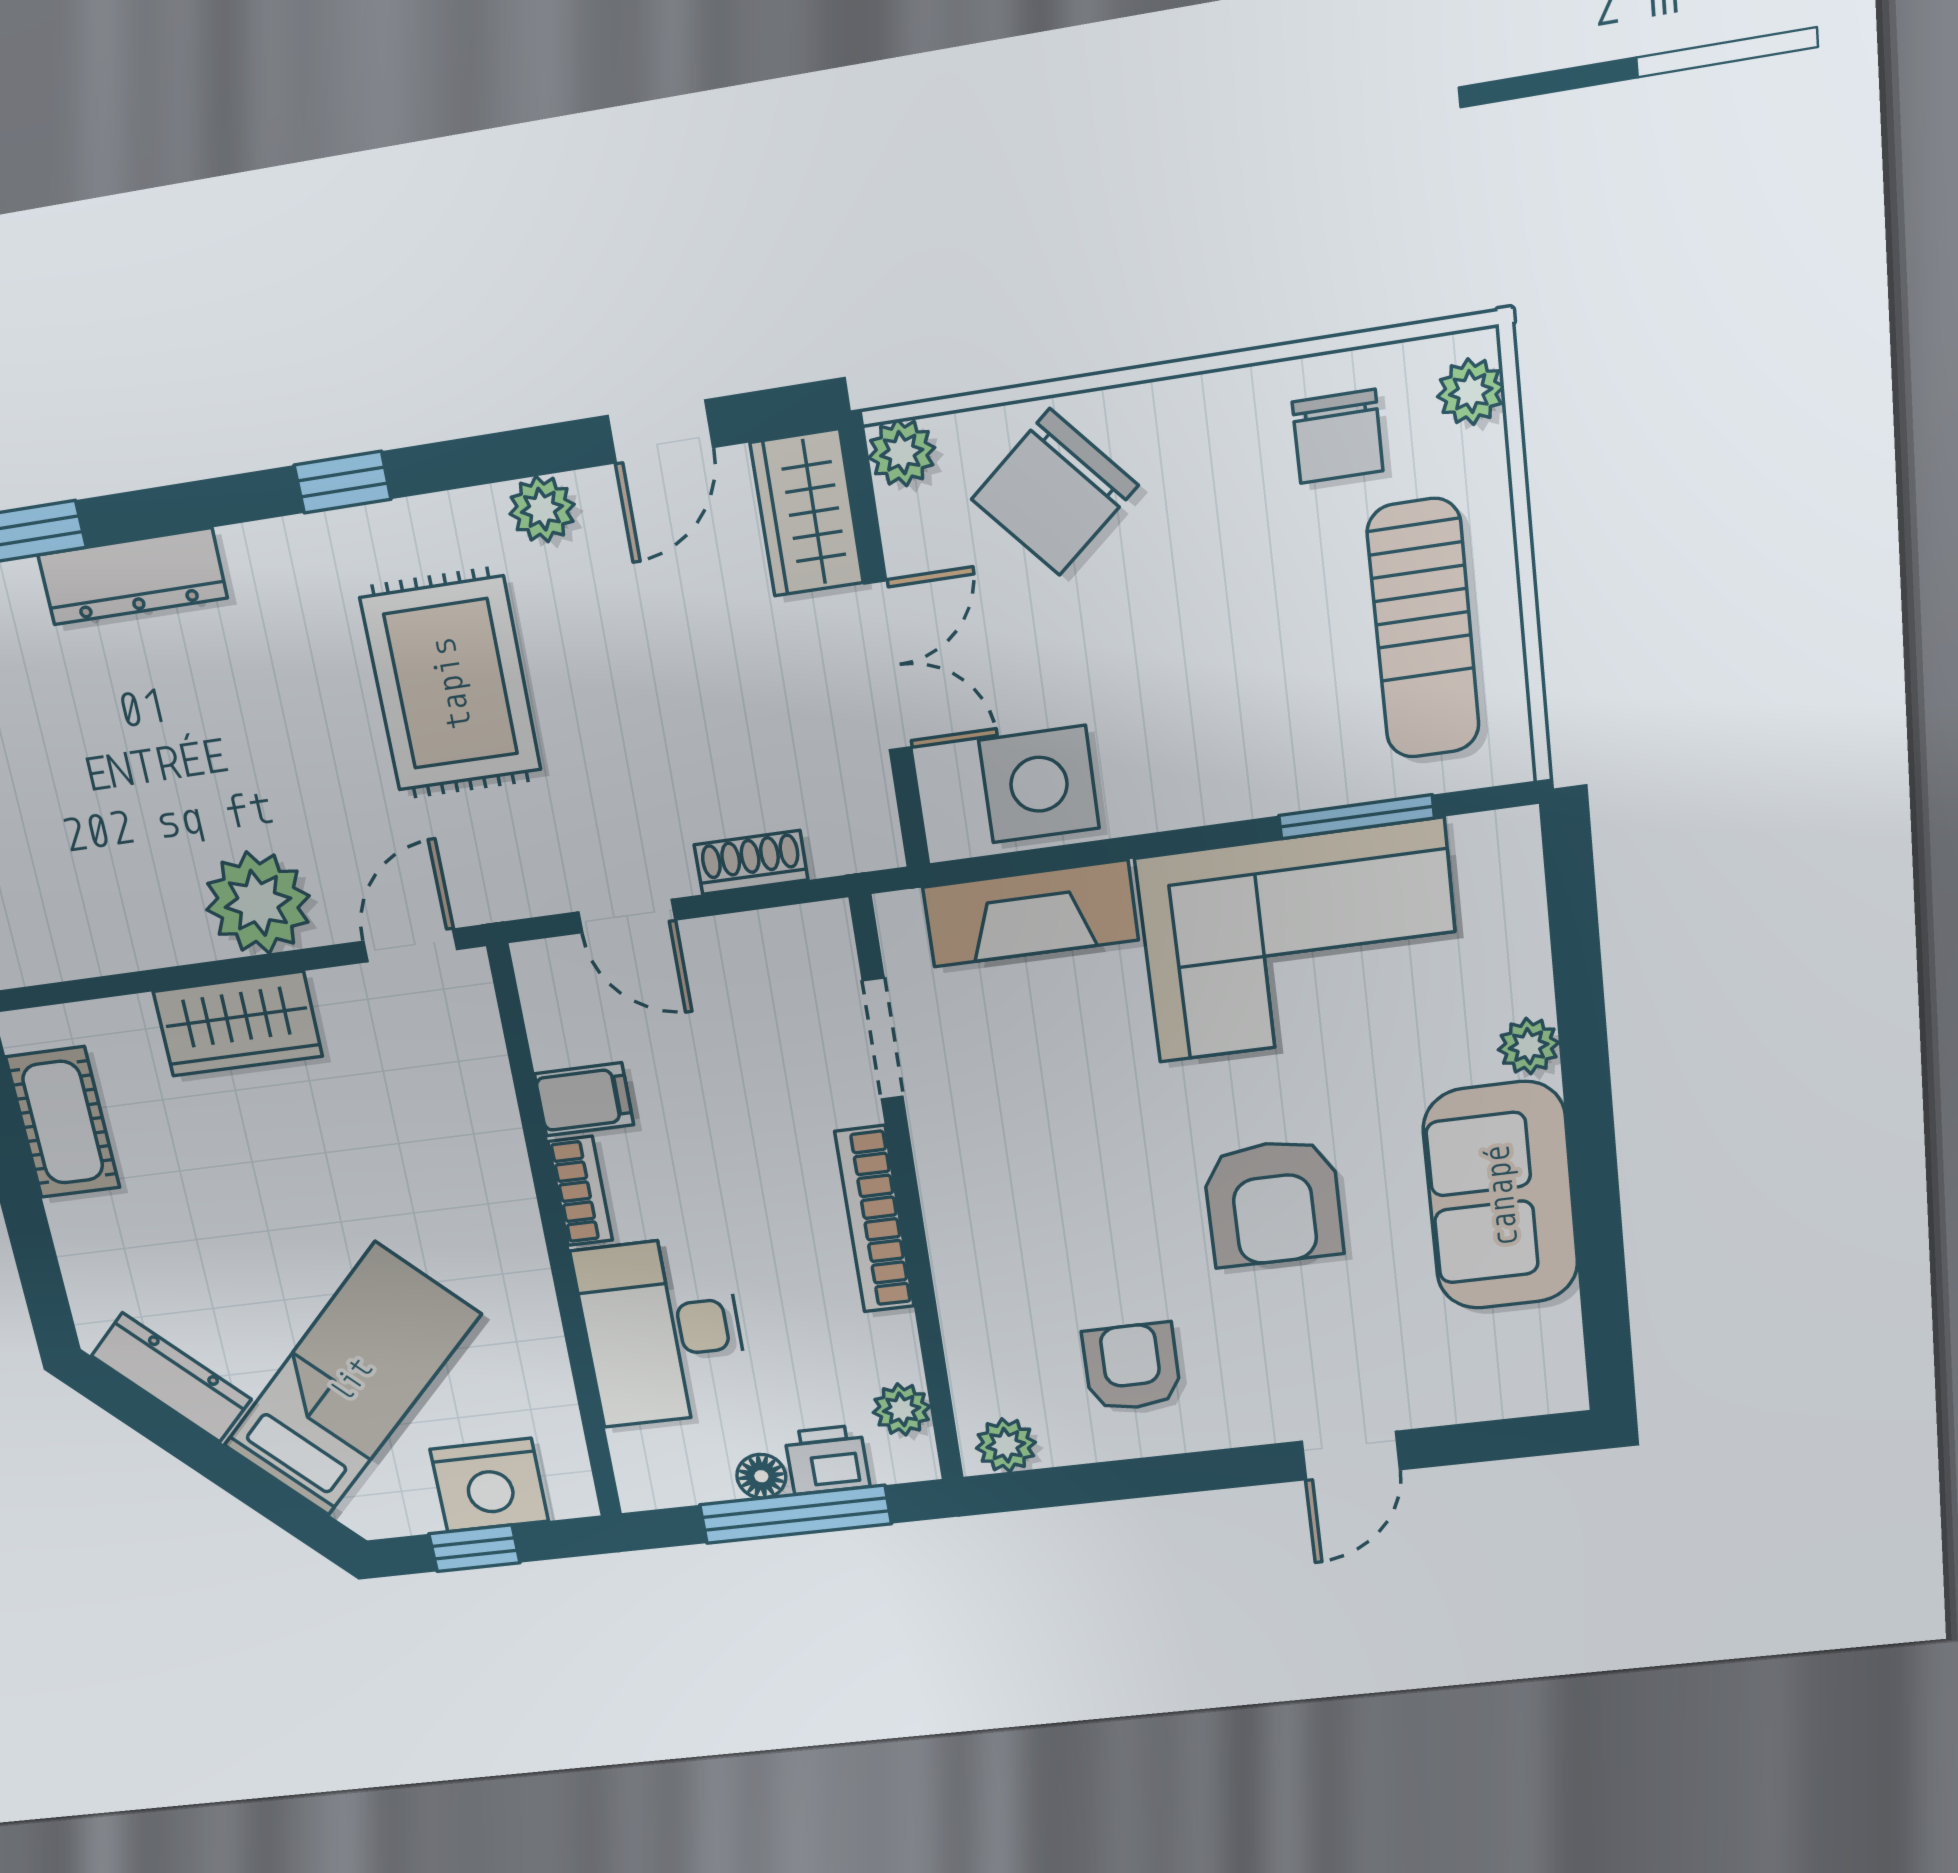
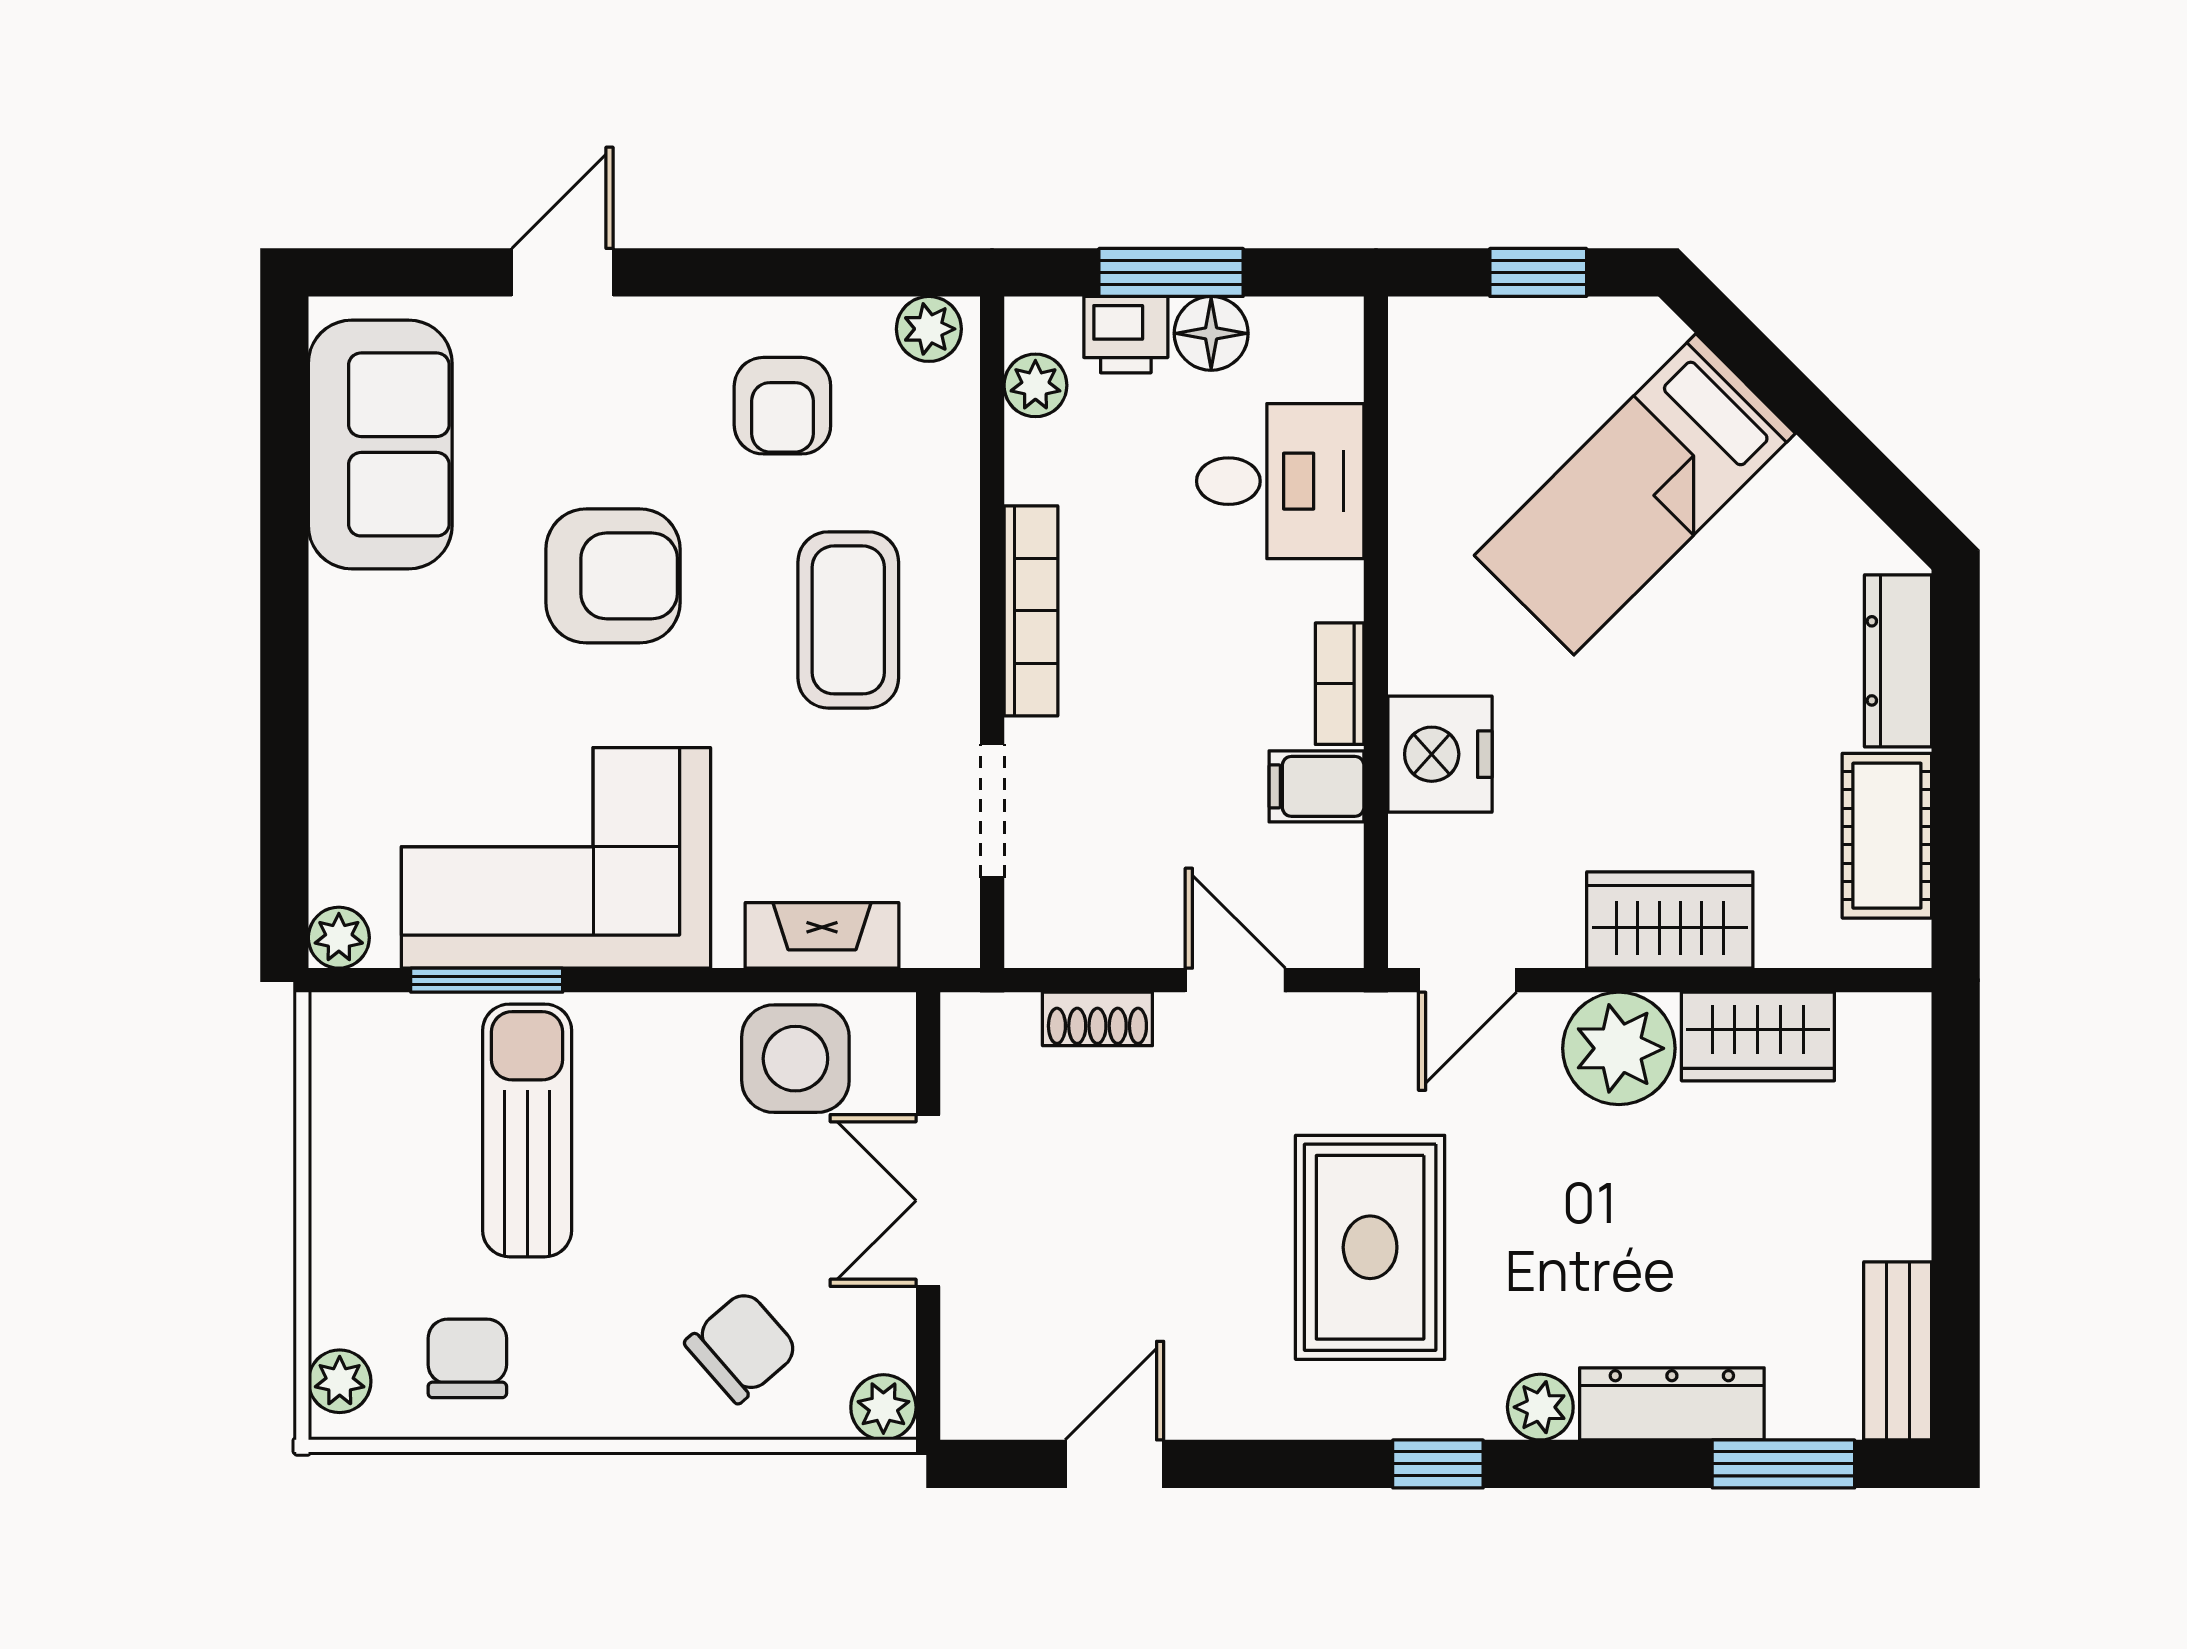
chair: (1055, 492) -> (742, 1347), width x0.73, depth x0.73
plant: (542, 509) -> (1540, 1407), moved
wardrobe: (807, 513) -> (1758, 1037), moved, turned 90
sun lounger: (1423, 629) -> (527, 1130), moved
fireplace: (1030, 914) -> (822, 935), width x0.73, depth x0.76
plant: (1529, 1046) -> (339, 938), moved
coffee table: (1044, 1191) -> (848, 620), added
sofa: (1501, 1196) -> (380, 444), moved
armchair: (1273, 1203) -> (613, 576), turned 90
desk: (662, 1331) -> (1280, 481), width x0.73
dresser: (171, 1378) -> (1898, 661), moved, turned 45
floor lamp: (761, 1476) -> (1211, 333), width x1.37, depth x1.37
nightstand: (489, 1485) -> (1440, 754), moved, turned -90
window: (795, 1514) -> (1171, 272), width x0.69

